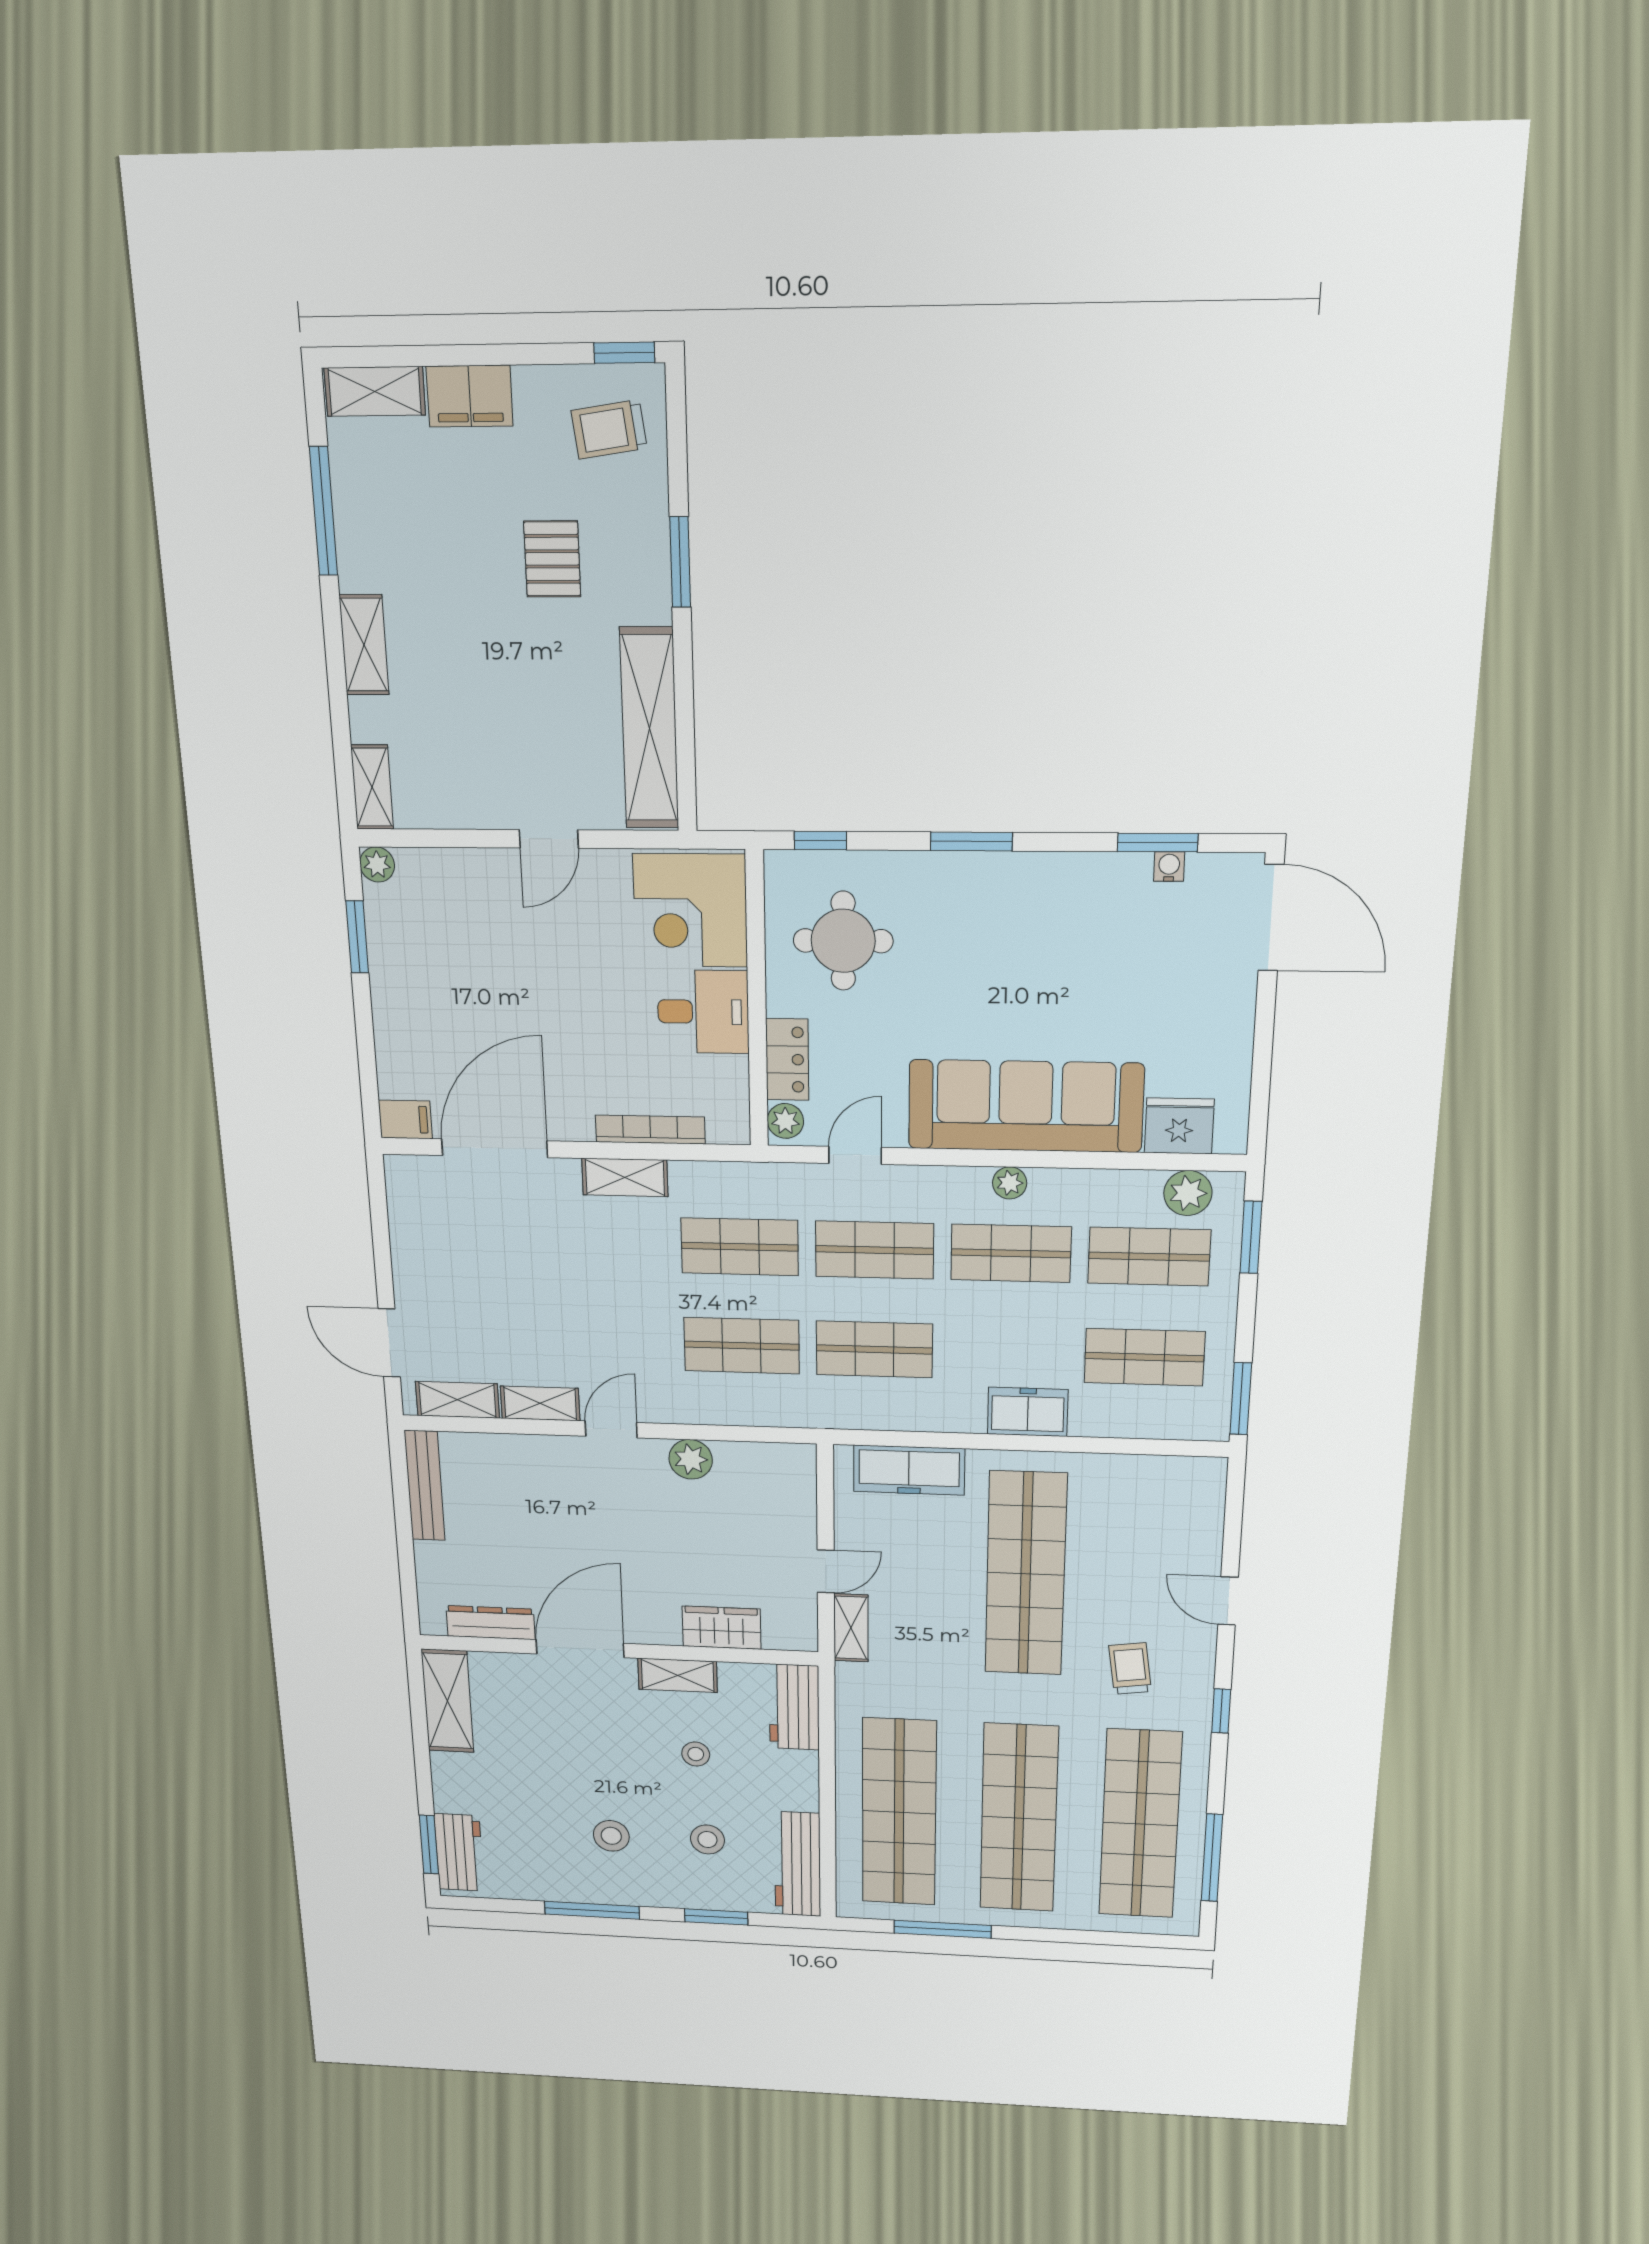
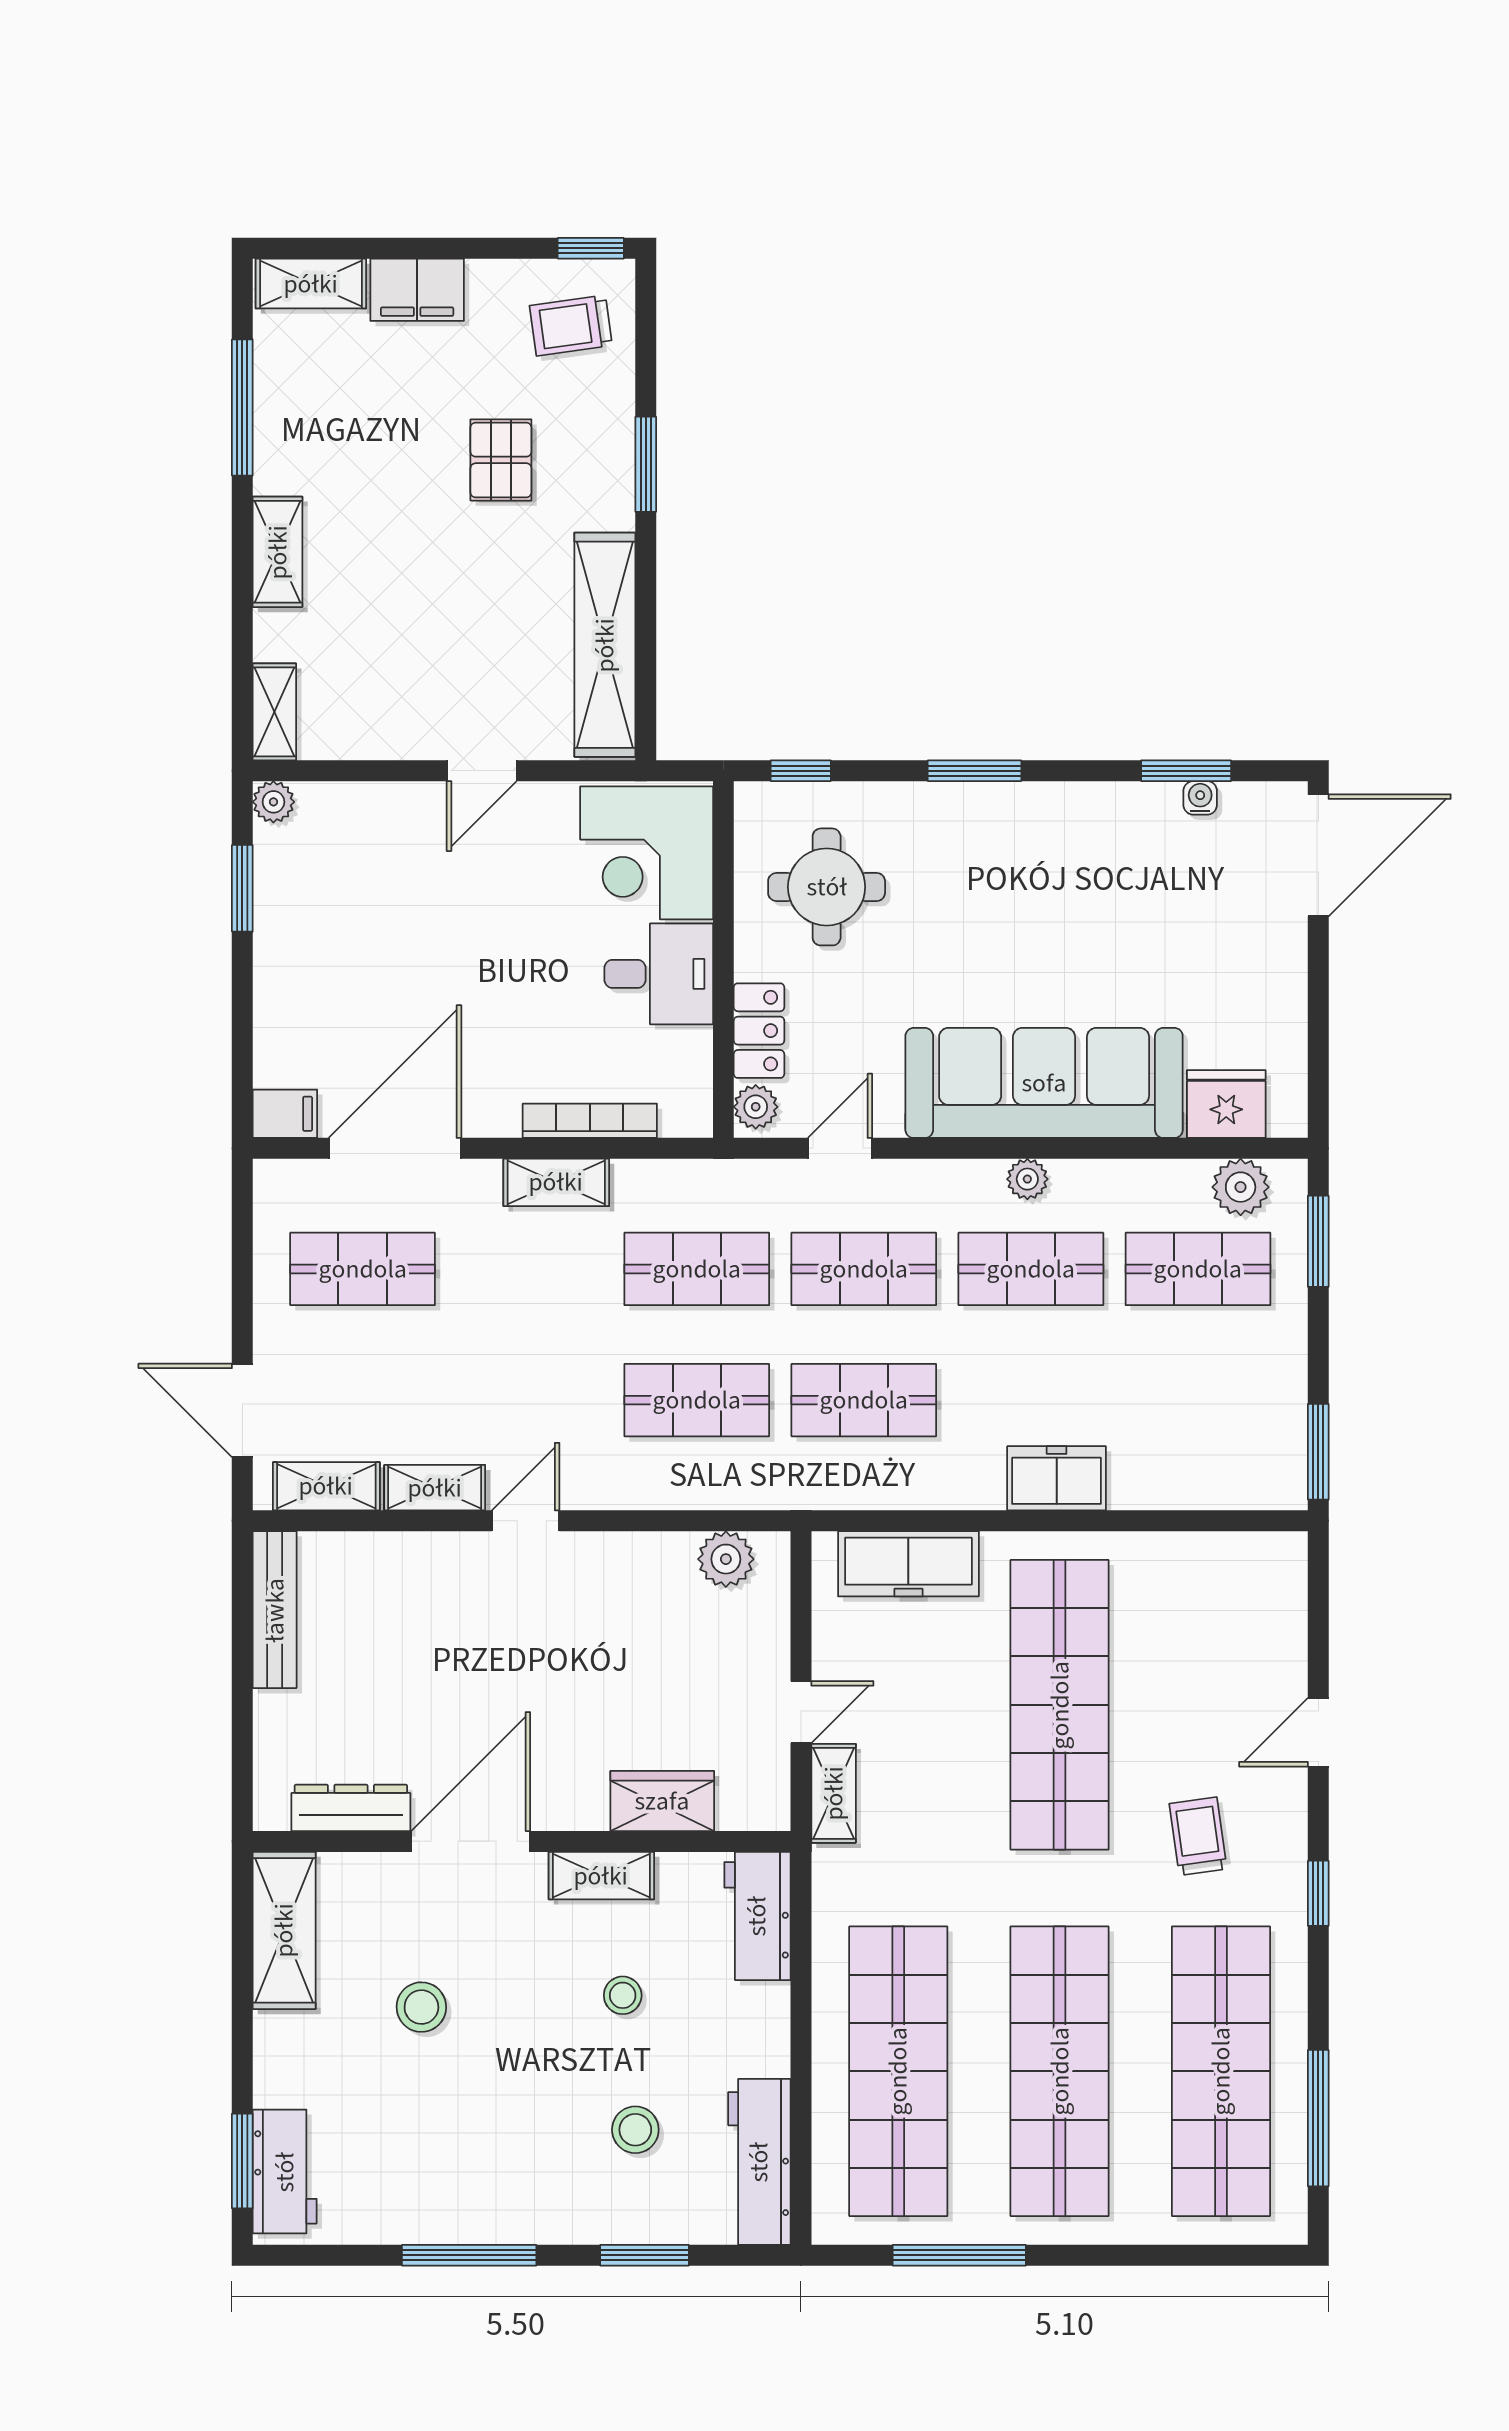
door: (1271, 918) -> (1318, 855), hinge flipped
shop shelf: (1144, 1357) -> (363, 1269), moved
plant: (691, 1459) -> (726, 1559), moved
door: (1228, 1601) -> (1318, 1732), hinge flipped
stool: (611, 1836) -> (421, 2007), moved

